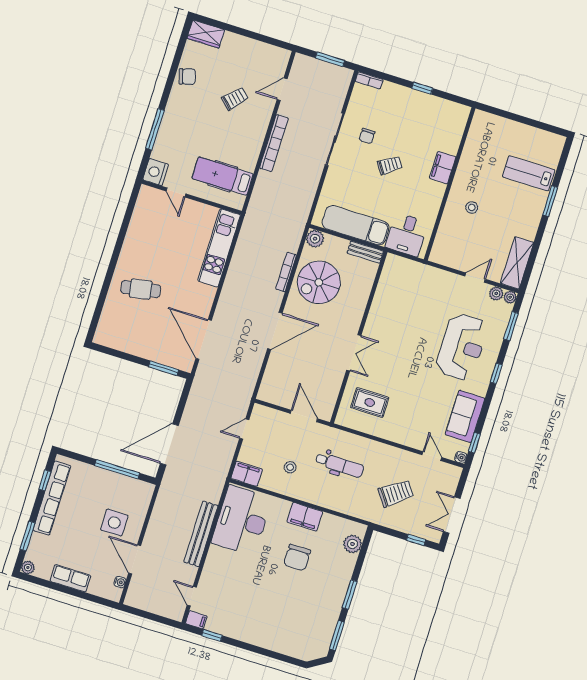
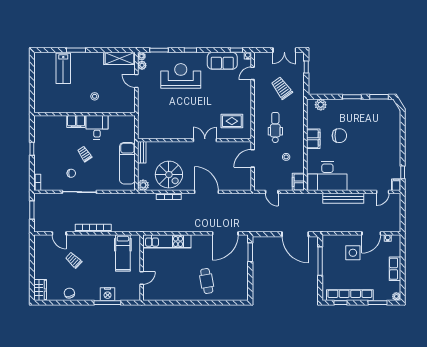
nightstand: (156, 172) -> (108, 294), moved
desk: (407, 235) -> (97, 127), moved, turned -90
rug: (370, 403) -> (232, 121), turned 90

